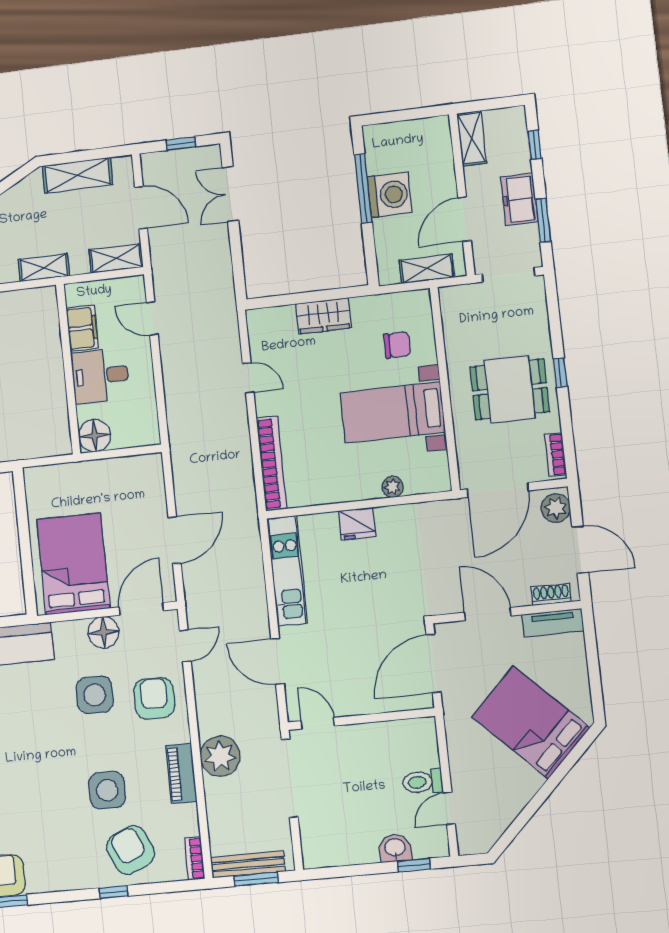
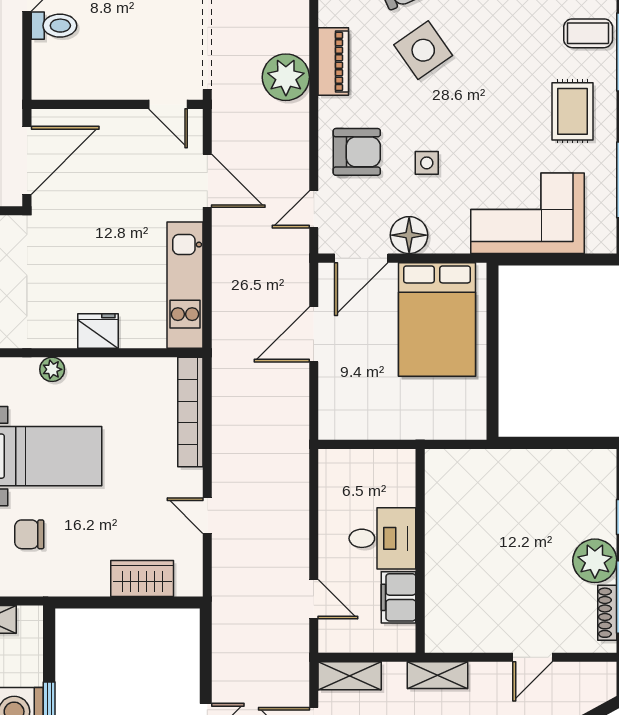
wardrobe: (323, 316) -> (142, 578), moved
floor lamp: (95, 436) -> (396, 468), removed
side table: (95, 695) -> (427, 163), width x0.54, depth x0.54
armchair: (154, 698) -> (357, 152), turned -90
side table: (107, 790) -> (423, 50), turned -35

